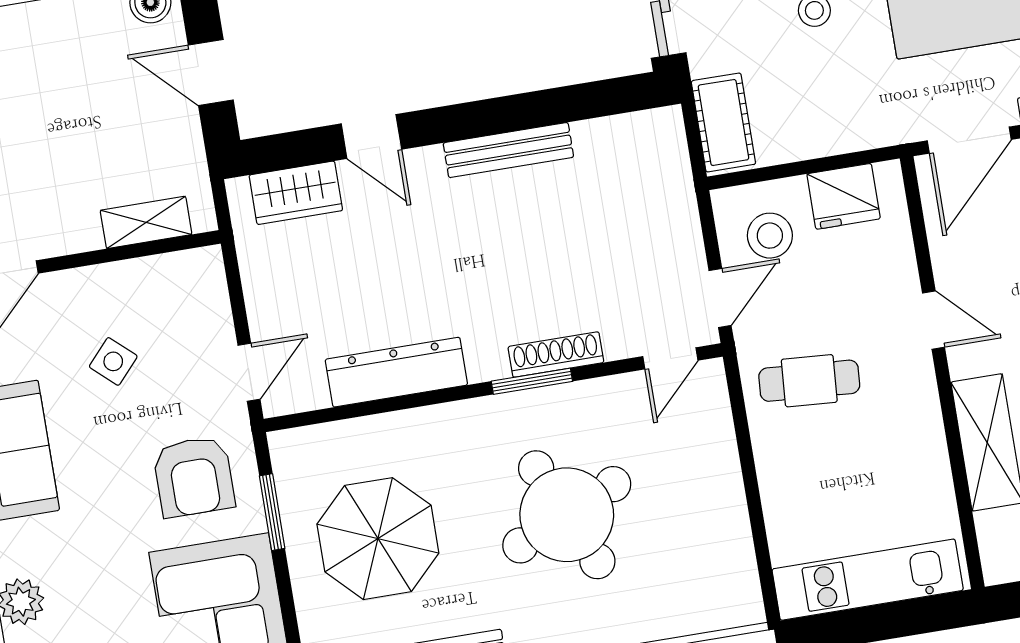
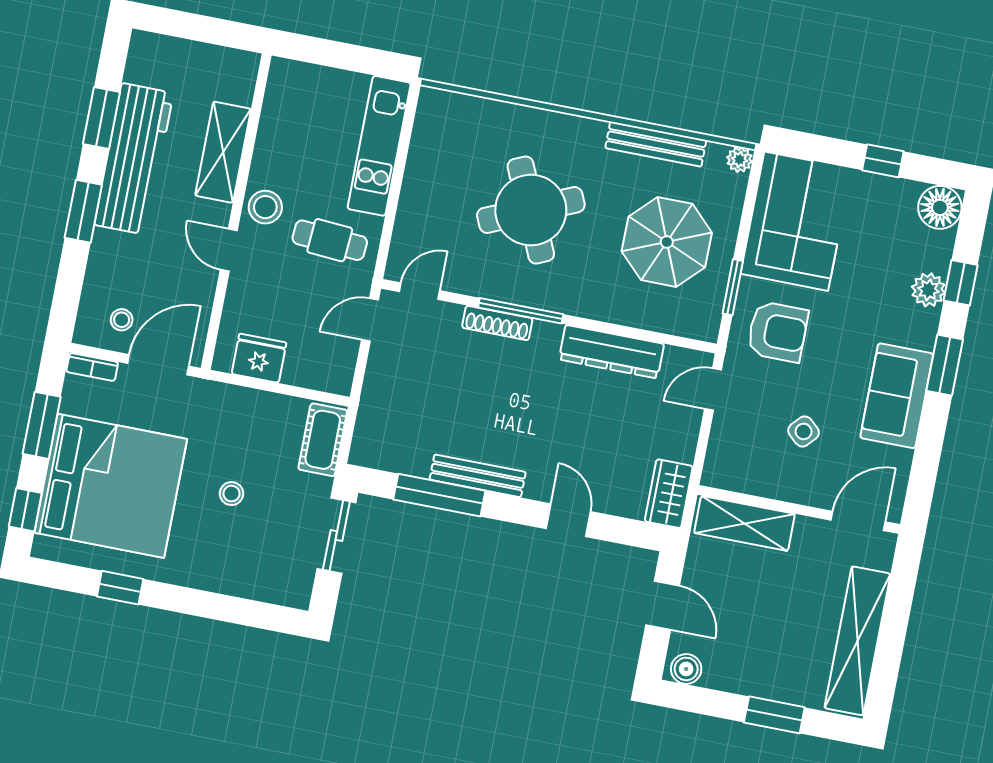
window: (548, 107) -> (439, 495), added
wardrobe: (296, 193) -> (669, 494), moved, turned -90
shelving: (146, 222) -> (744, 523), width x1.50, depth x1.33
stool: (770, 236) -> (265, 207), moved
window: (532, 381) -> (521, 311), width x1.44
armchair: (194, 477) -> (778, 332), turned 90
kitchen unit: (868, 580) -> (379, 146), moved, turned 90

